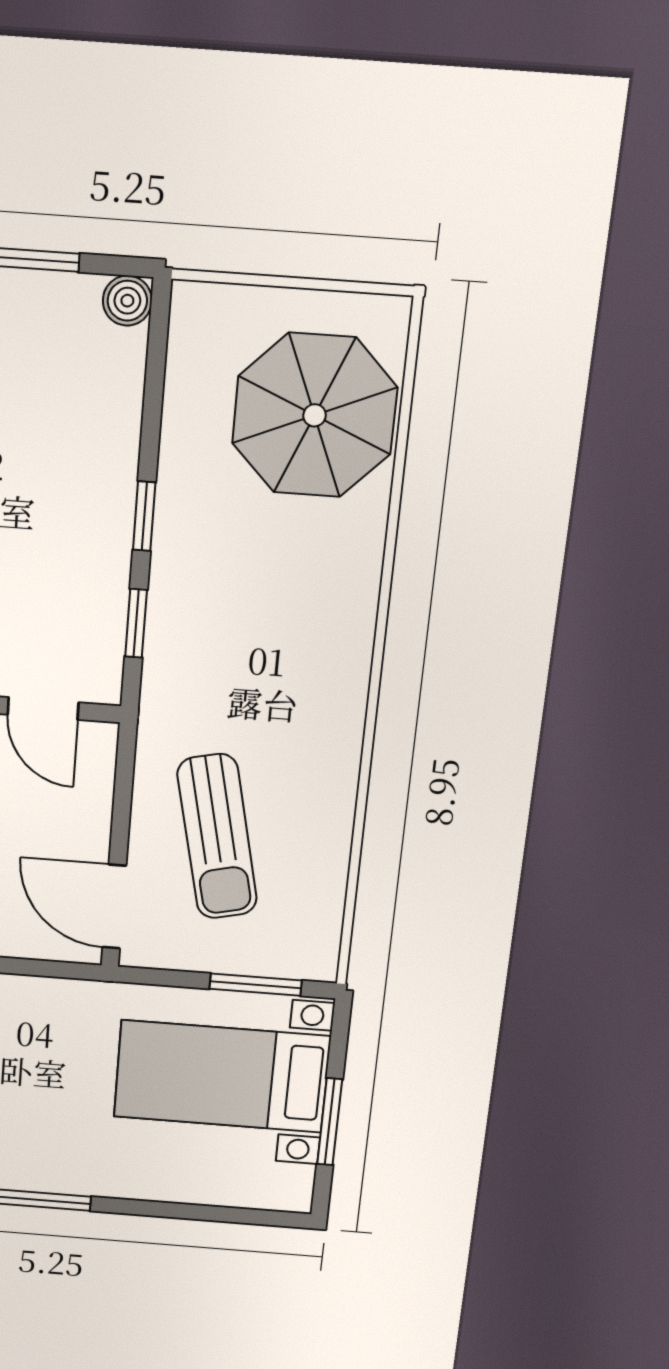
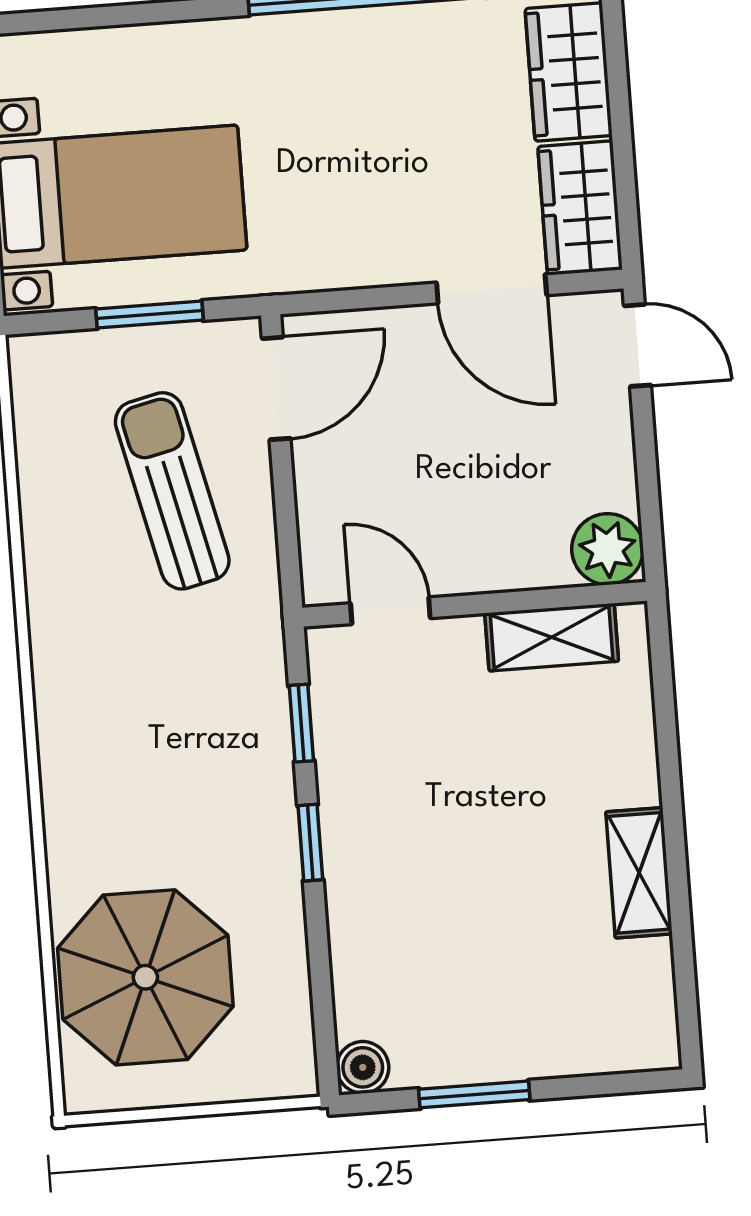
door: (114, 907) -> (276, 388), hinge flipped
window: (256, 985) -> (149, 315), moved

